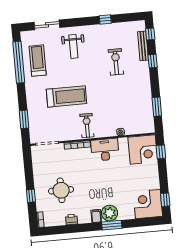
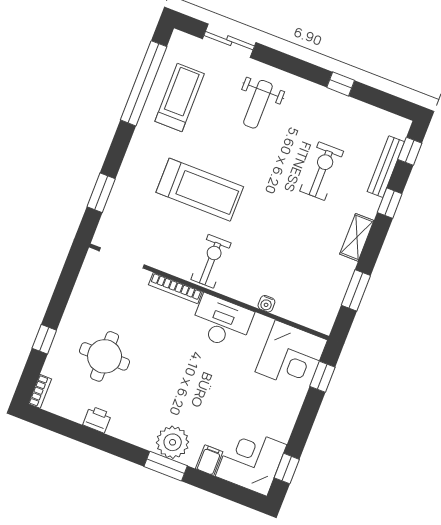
shelving: (146, 83) -> (357, 237), added
filing cabinet: (96, 216) -> (209, 460), moved

